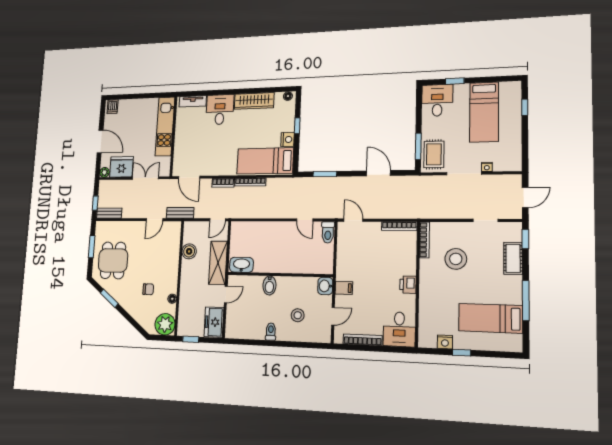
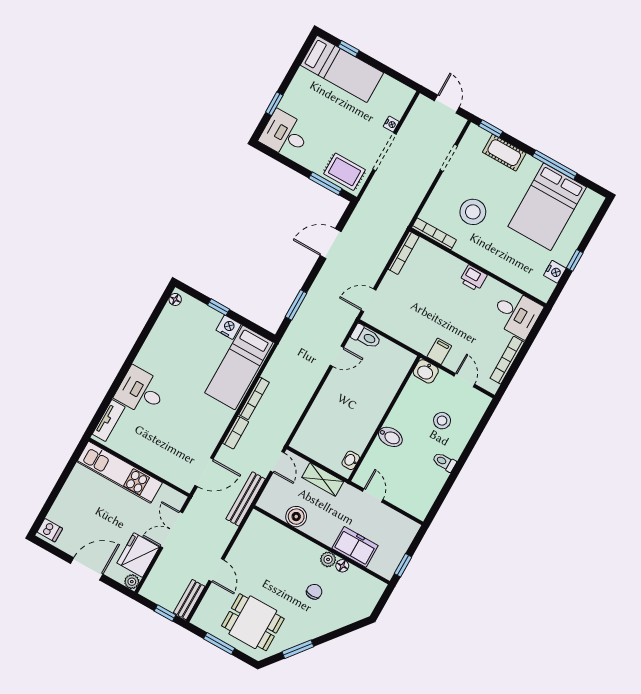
wardrobe: (254, 101) -> (156, 343), removed
bed: (484, 112) -> (342, 69), moved
bench: (180, 213) -> (246, 499), width x1.36
door: (154, 220) -> (216, 570), moved
shelving: (218, 263) -> (323, 479), width x0.67, depth x0.75
washbasin: (241, 265) -> (351, 460), width x0.52, depth x0.69
bed: (490, 318) -> (547, 207), width x1.50
freezer: (214, 322) -> (355, 547), moved, turned 180
plant: (165, 324) -> (328, 559), moved, width x0.53, depth x0.53

